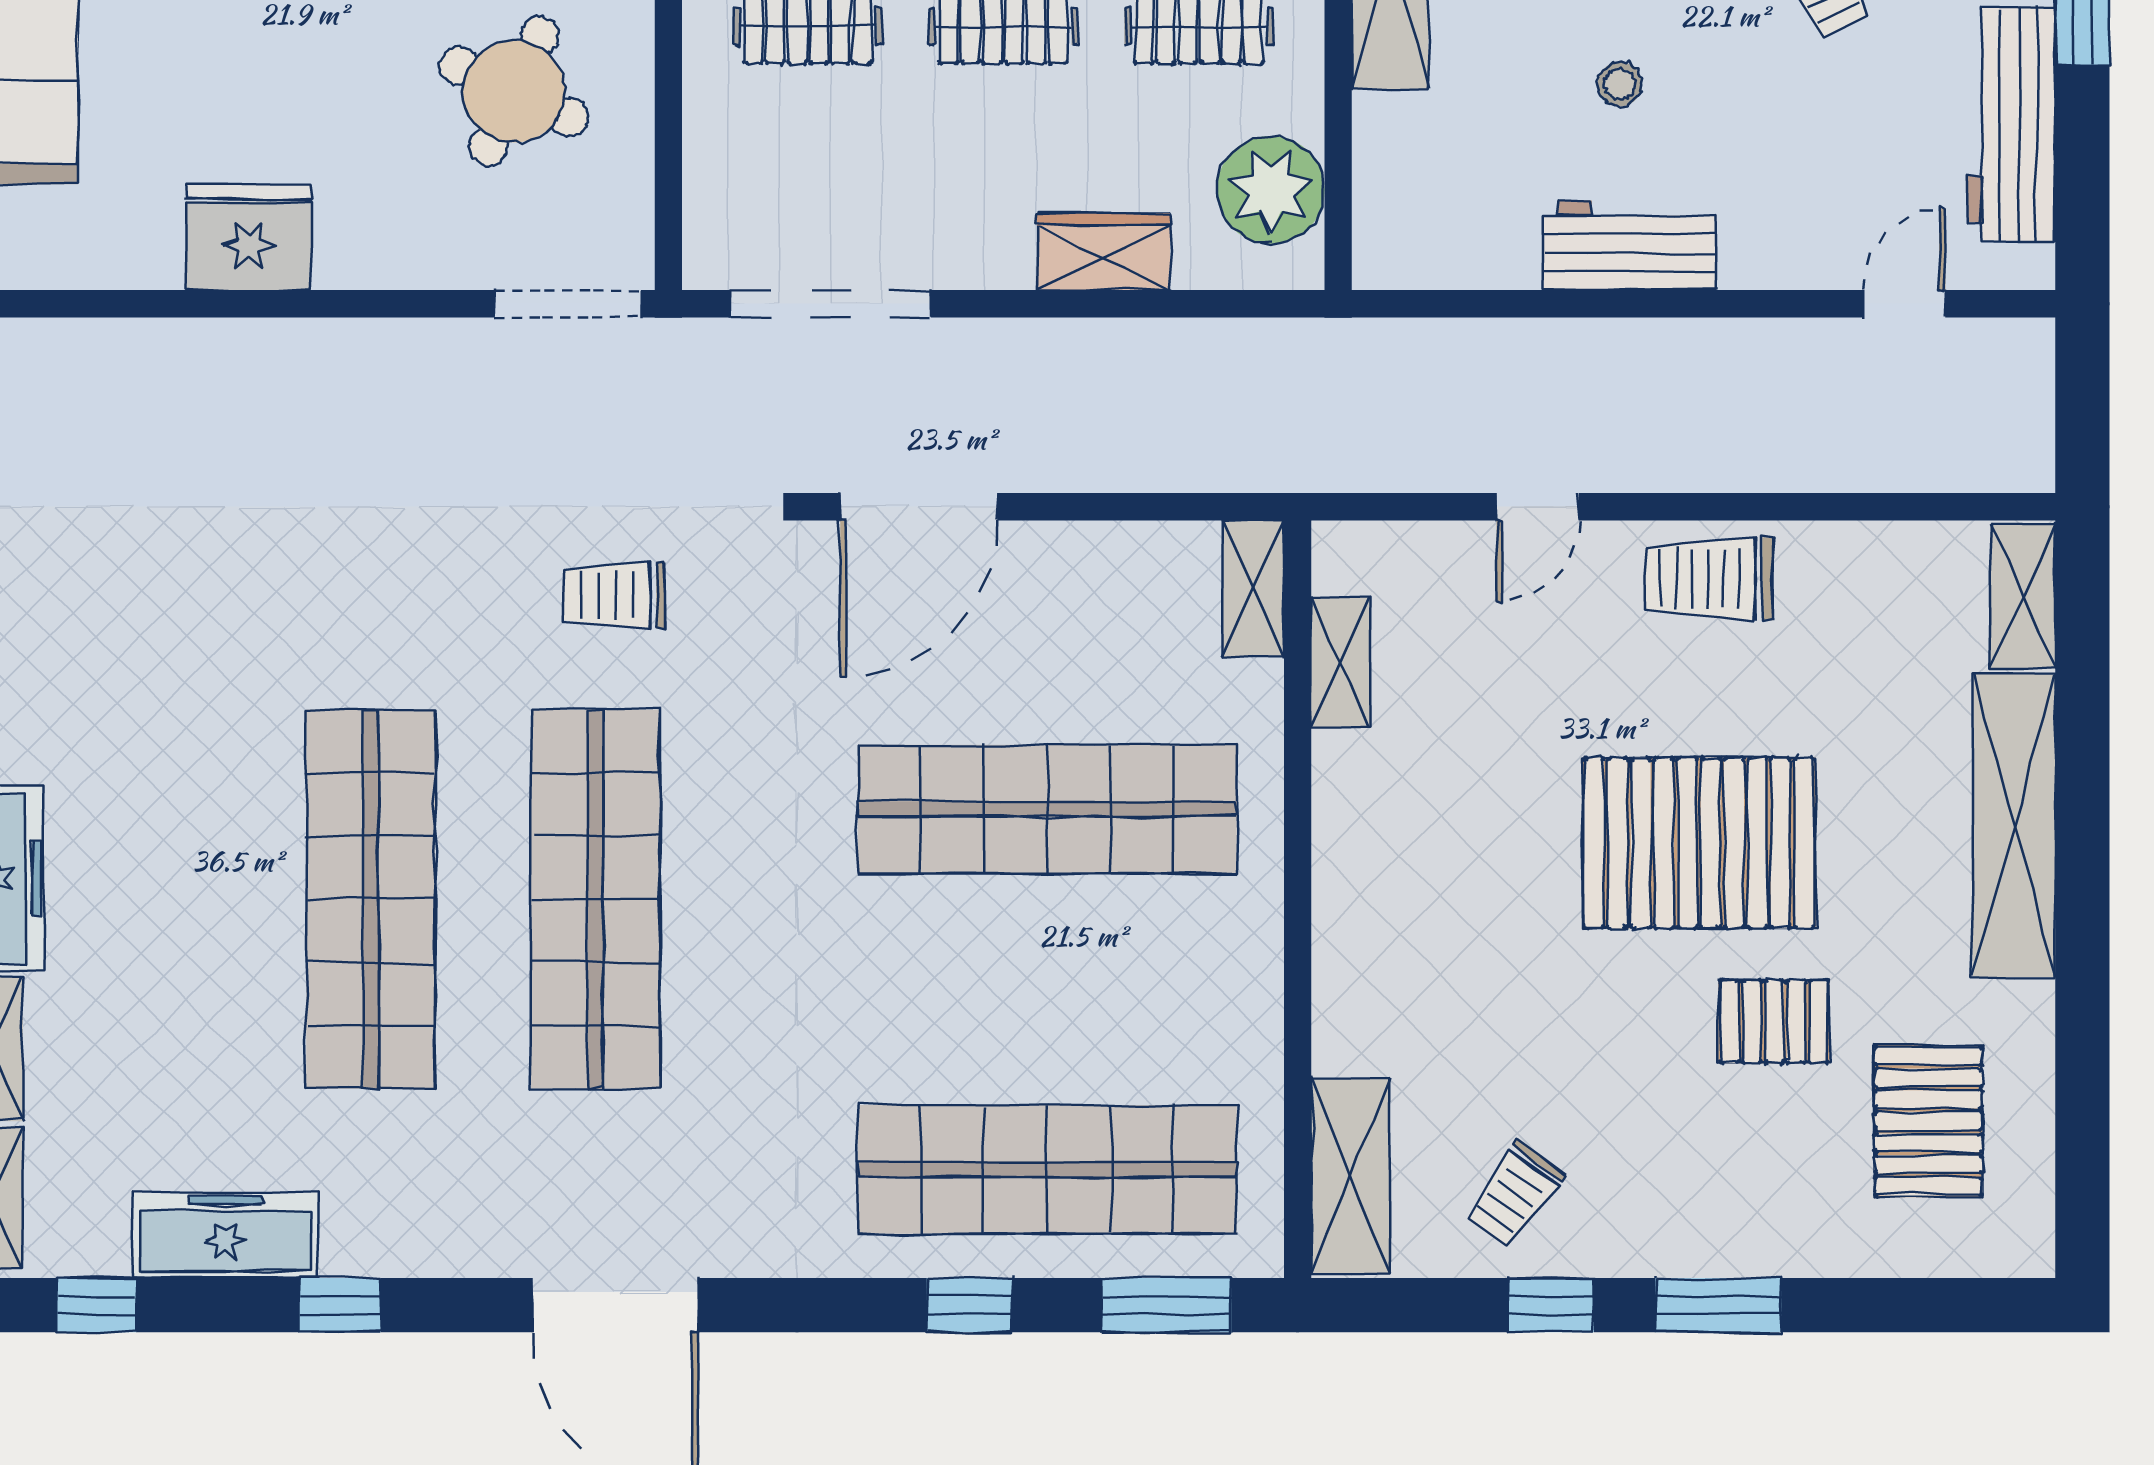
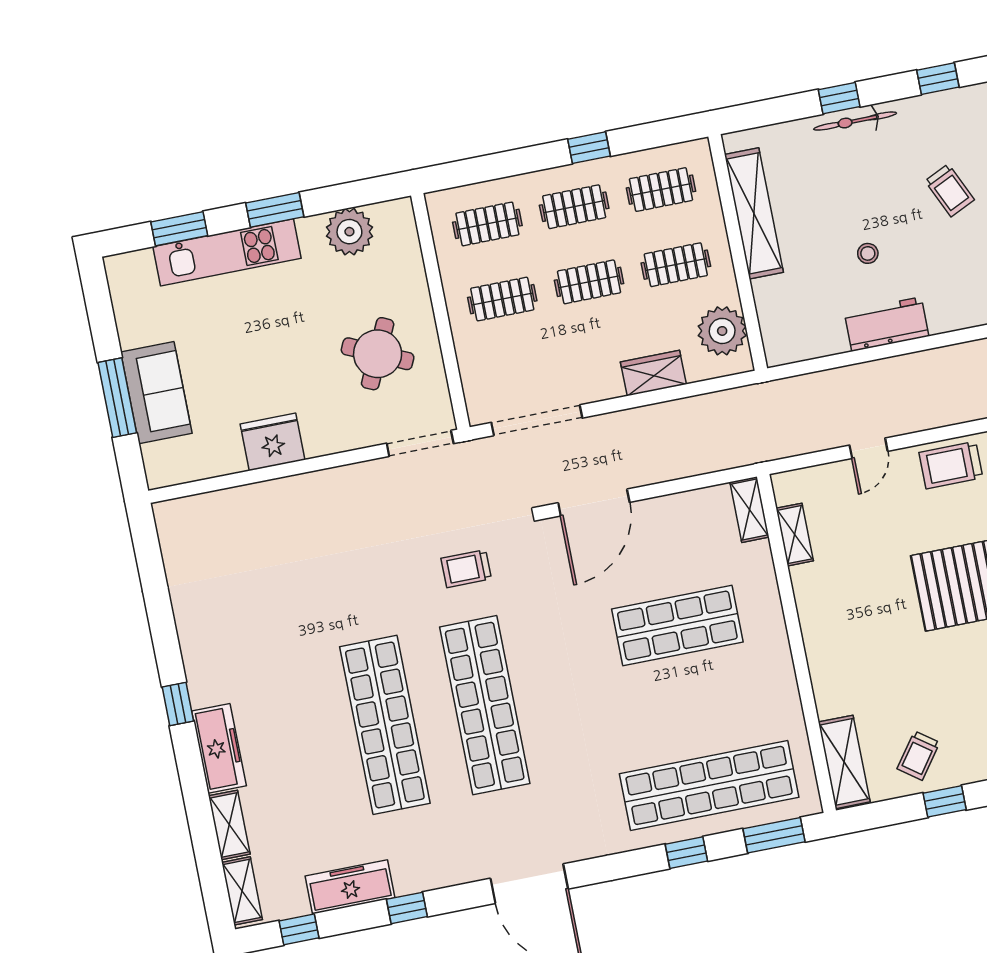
shop shelf: (1047, 809) -> (677, 626), width x0.71

